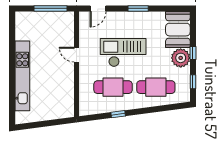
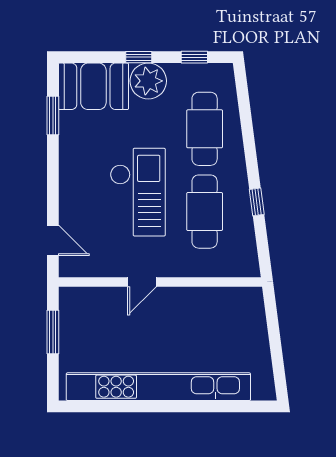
window: (51, 8) -> (53, 332), width x0.69
window: (138, 8) -> (53, 115), moved
checkout: (123, 52) -> (138, 192), turned 180
kitchen unit: (22, 76) -> (158, 387), width x1.36

